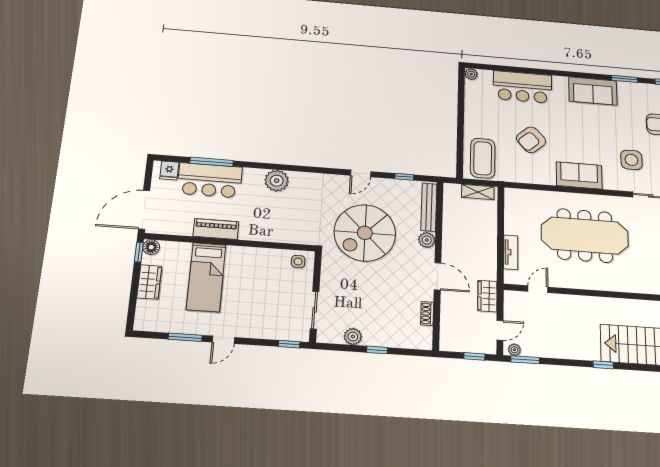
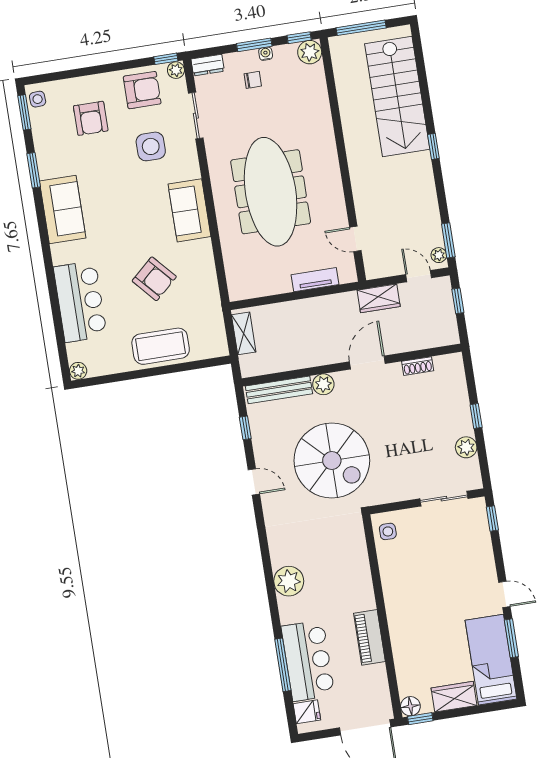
coffee table: (483, 158) -> (161, 346), moved
bed: (206, 277) -> (491, 660), moved, turned -90

